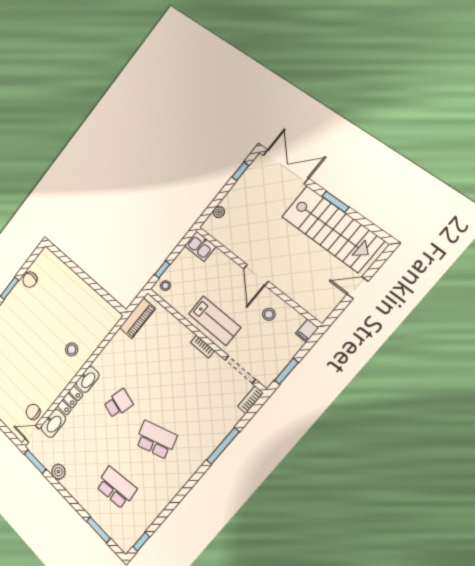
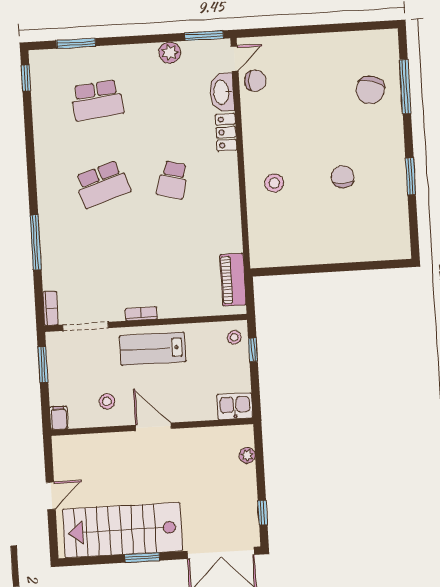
chair: (30, 280) -> (343, 177), moved
washbasin: (87, 379) -> (228, 171), removed

